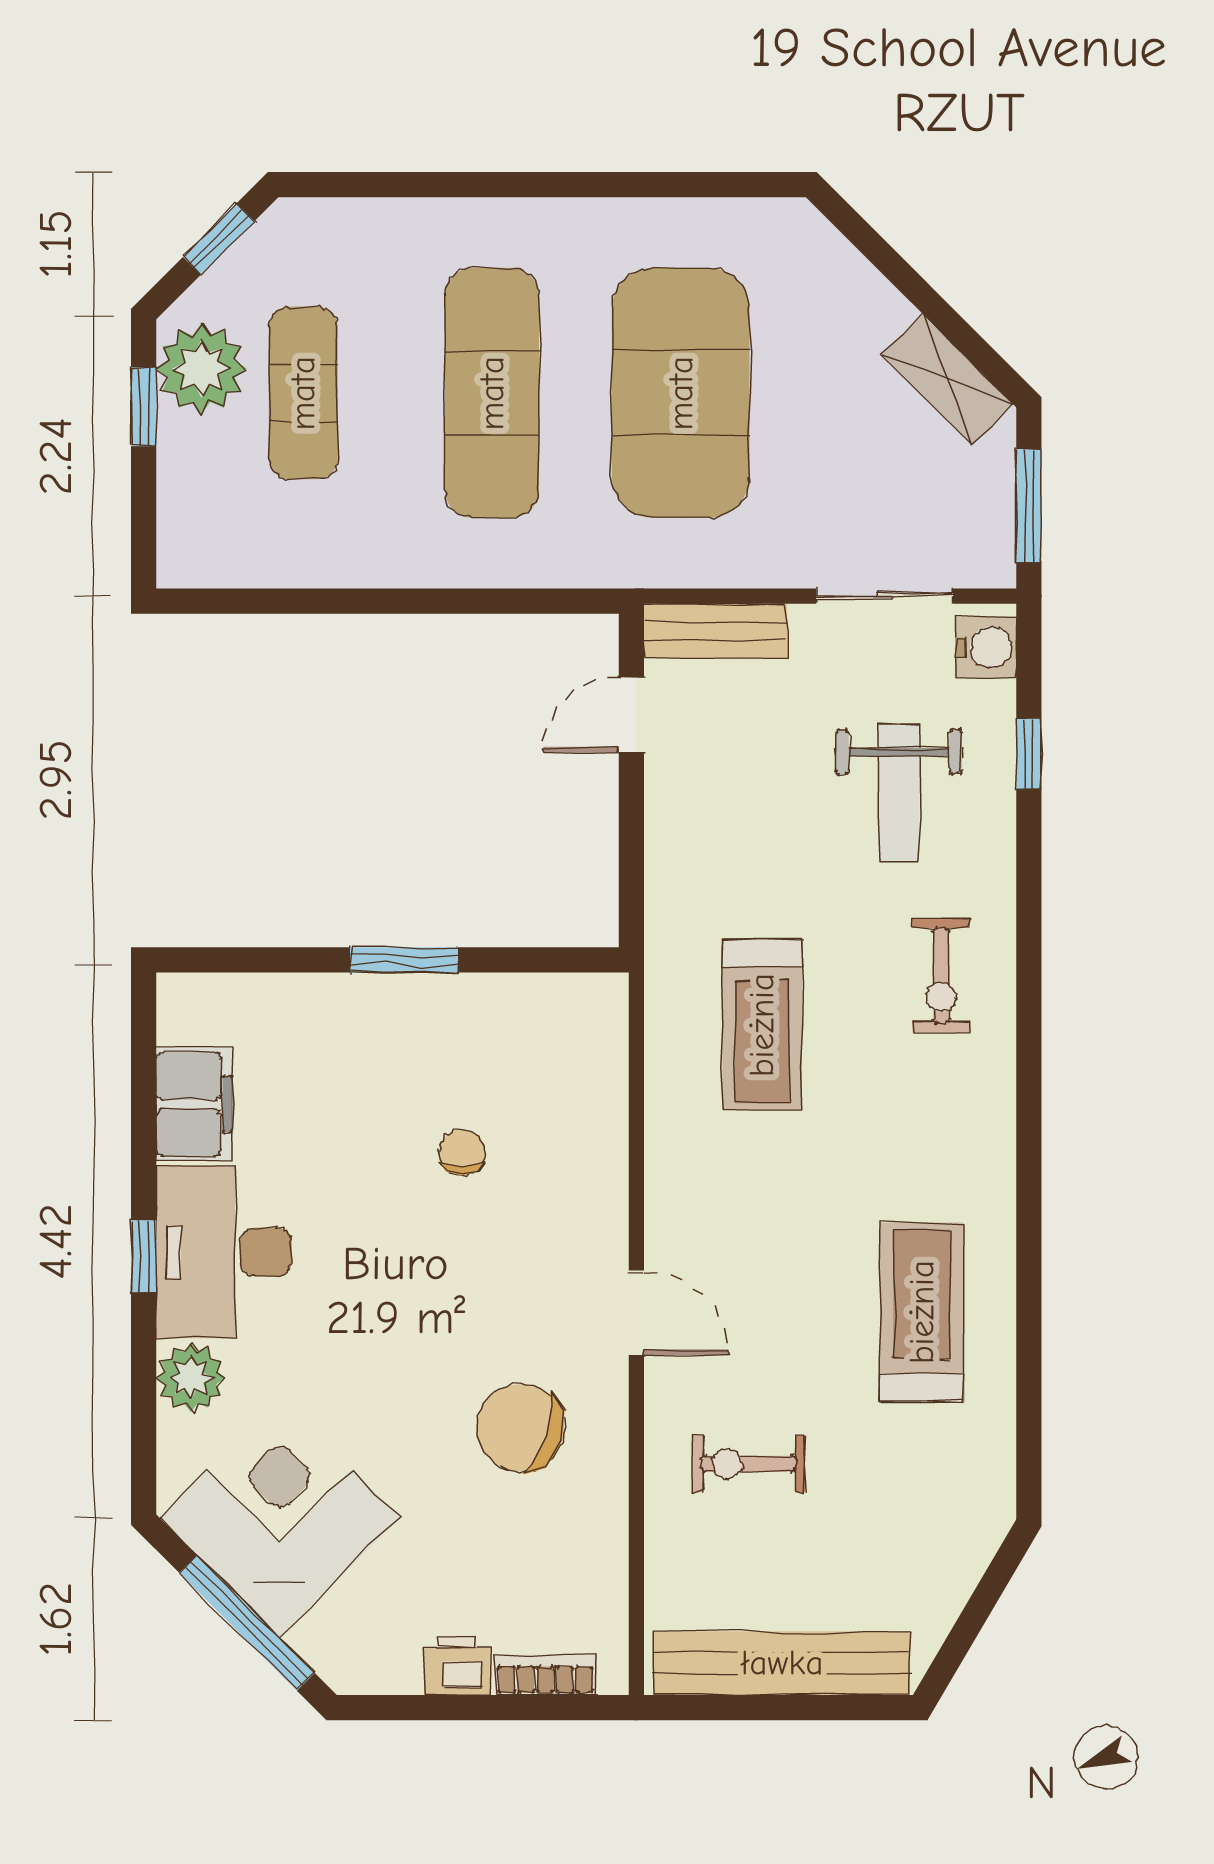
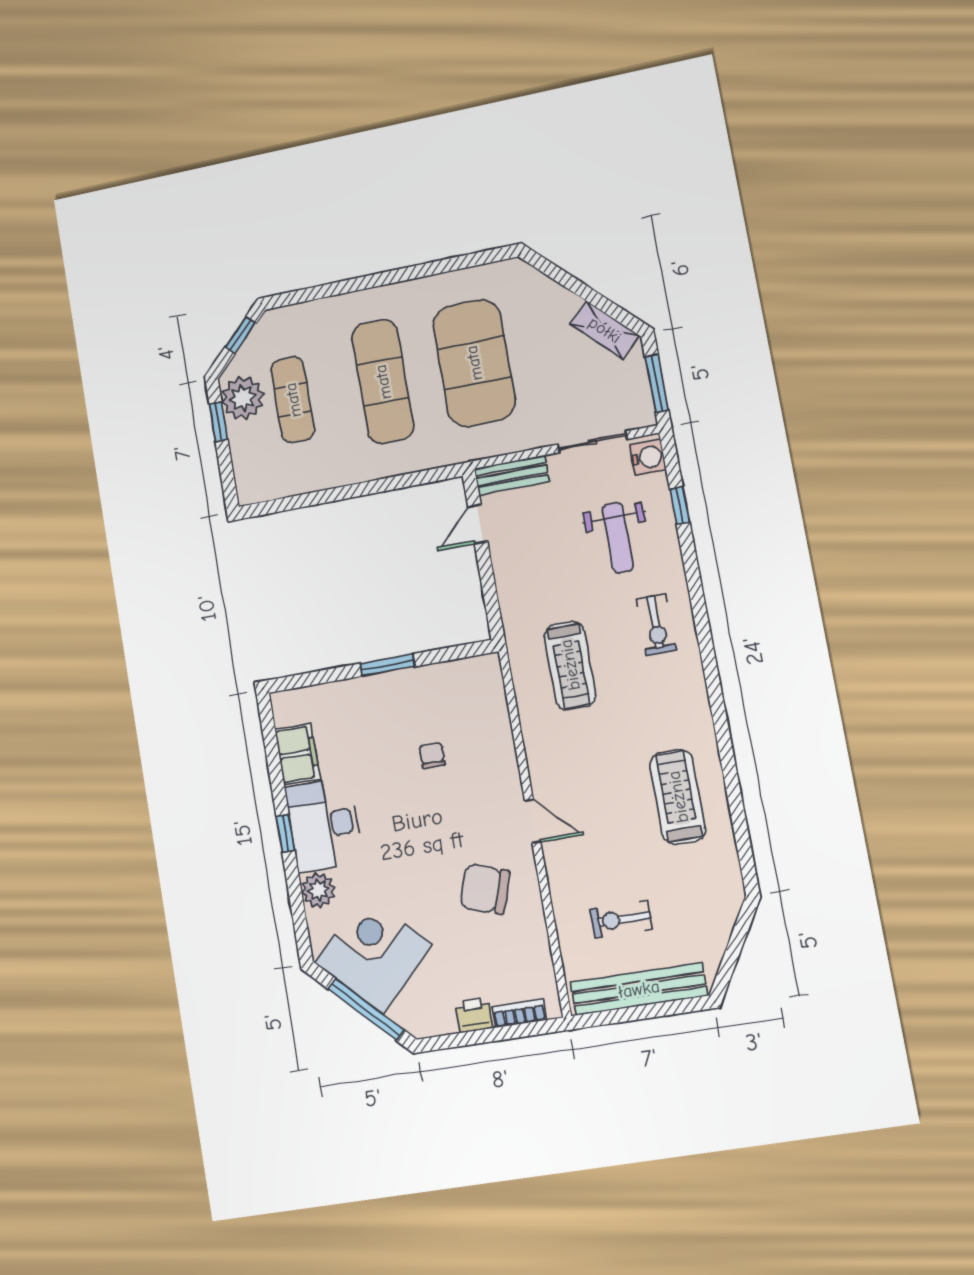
exercise bike: (749, 1464) -> (621, 919), moved

